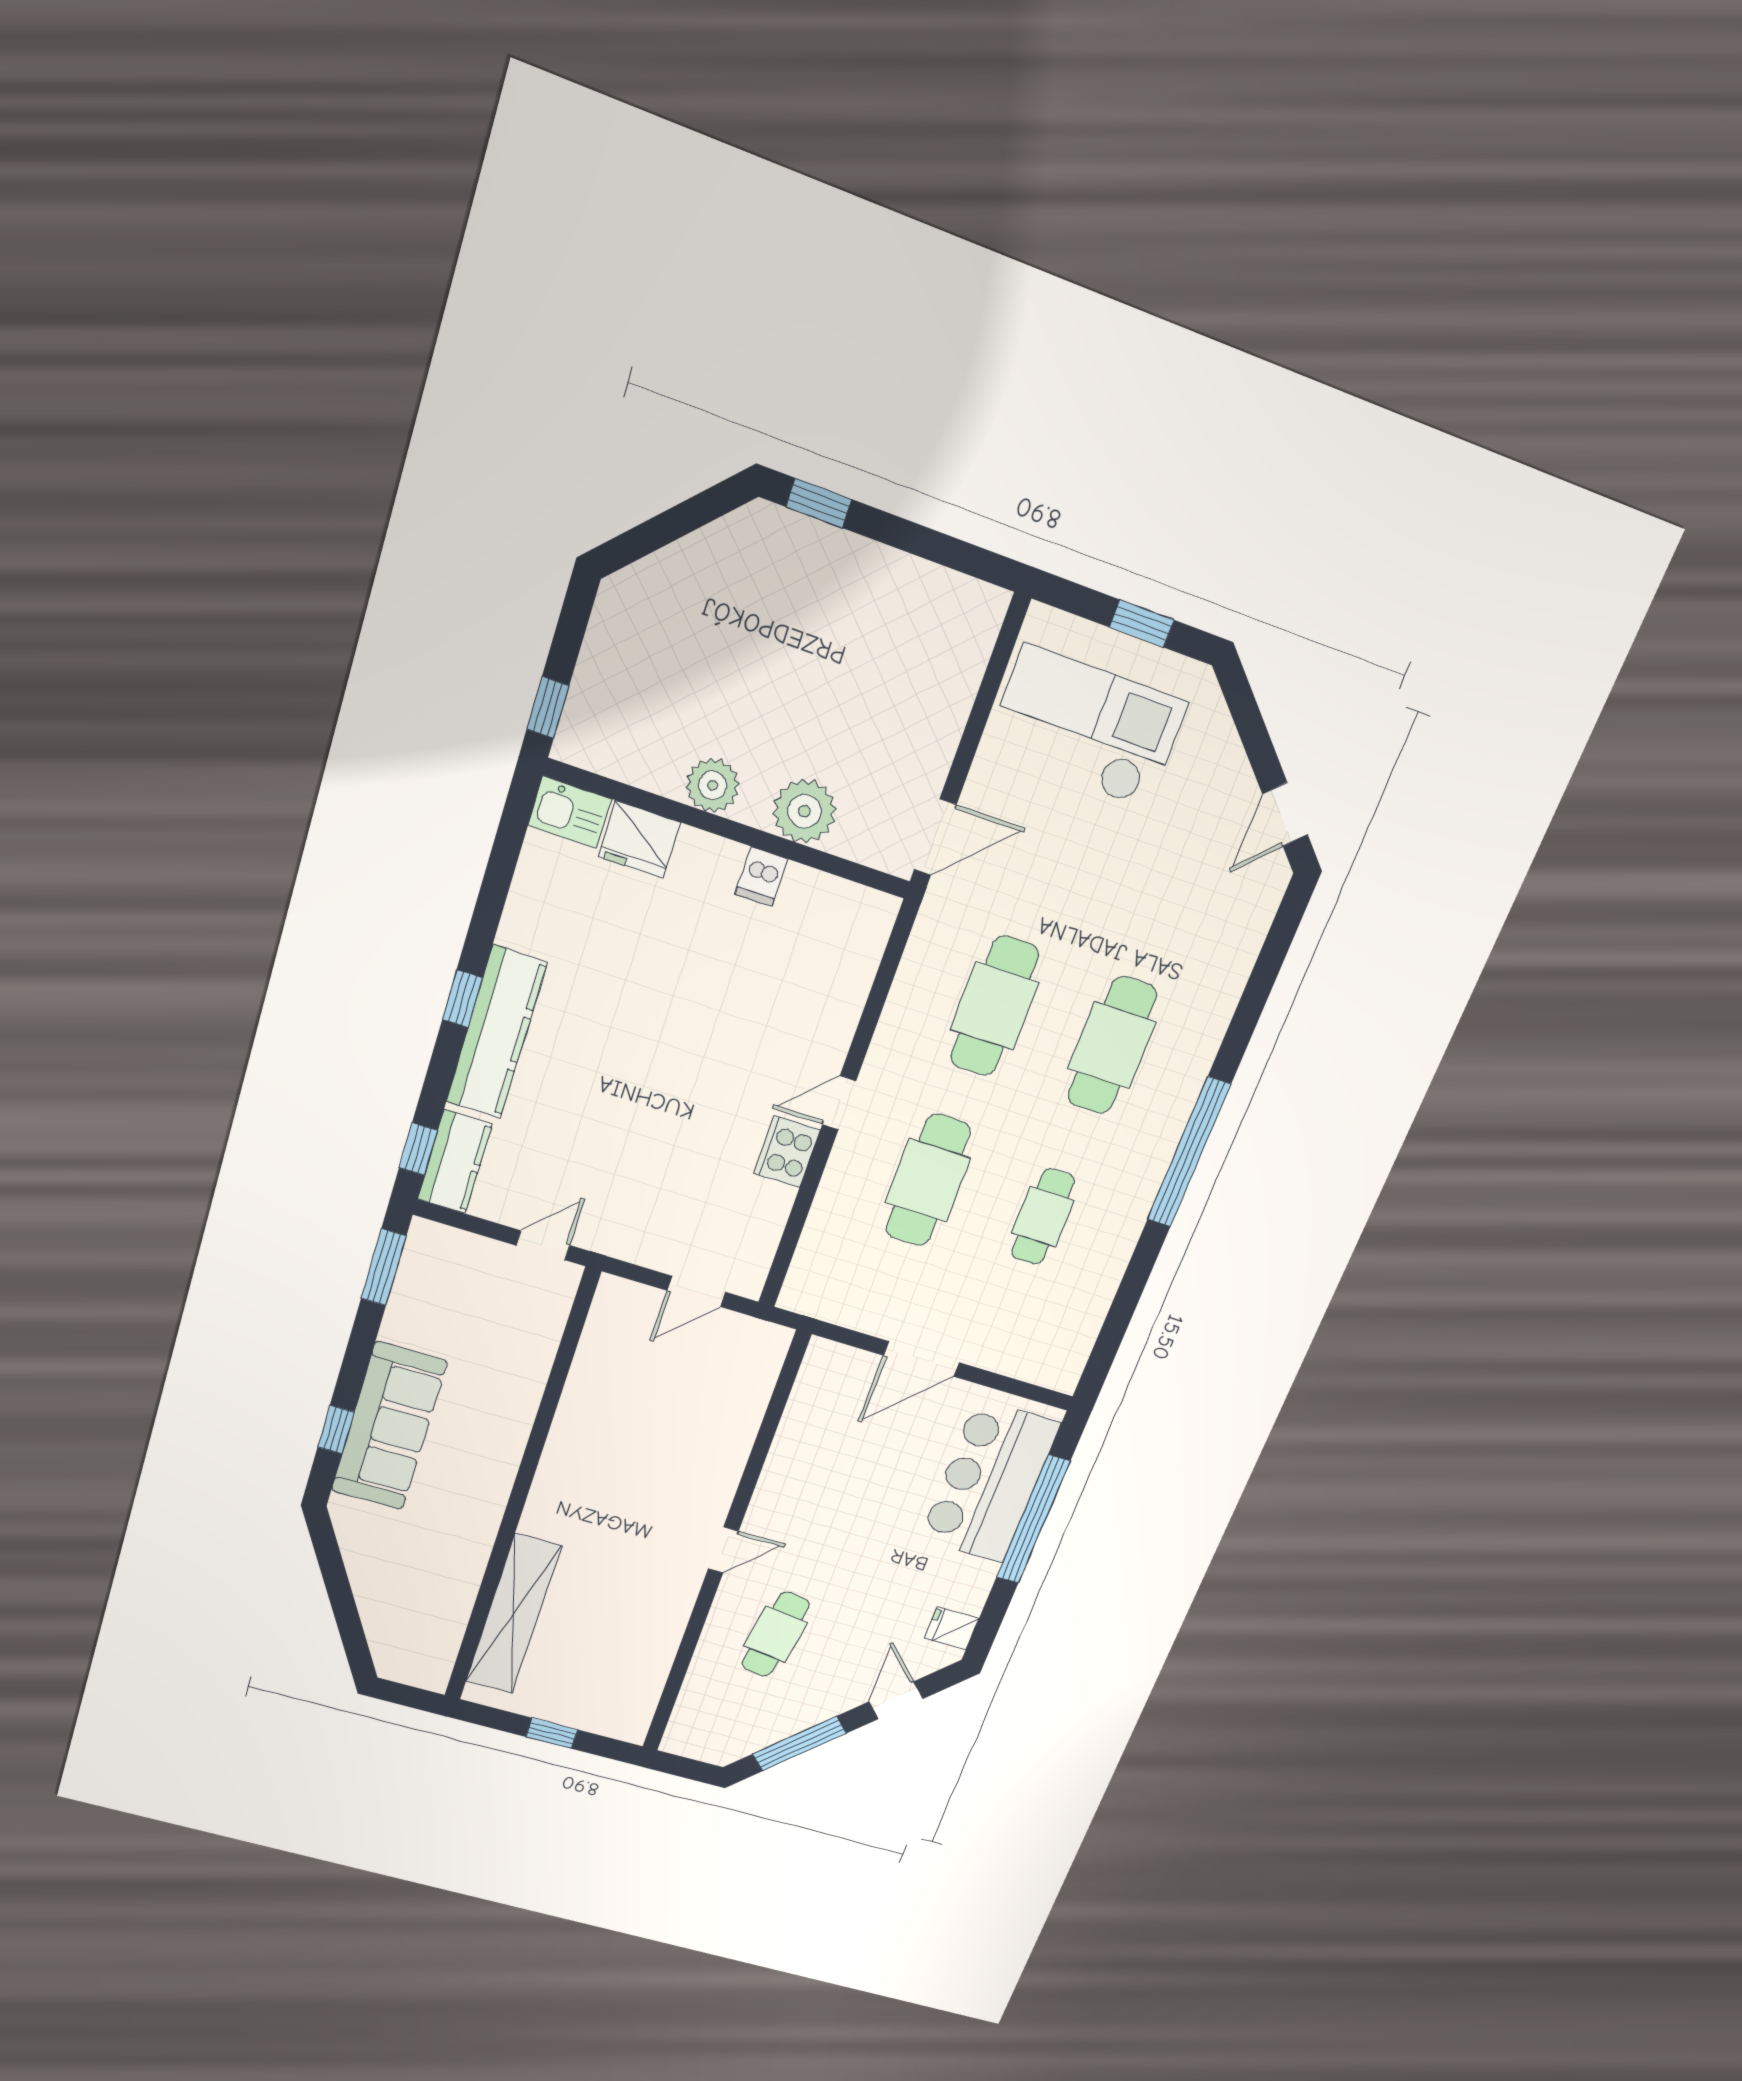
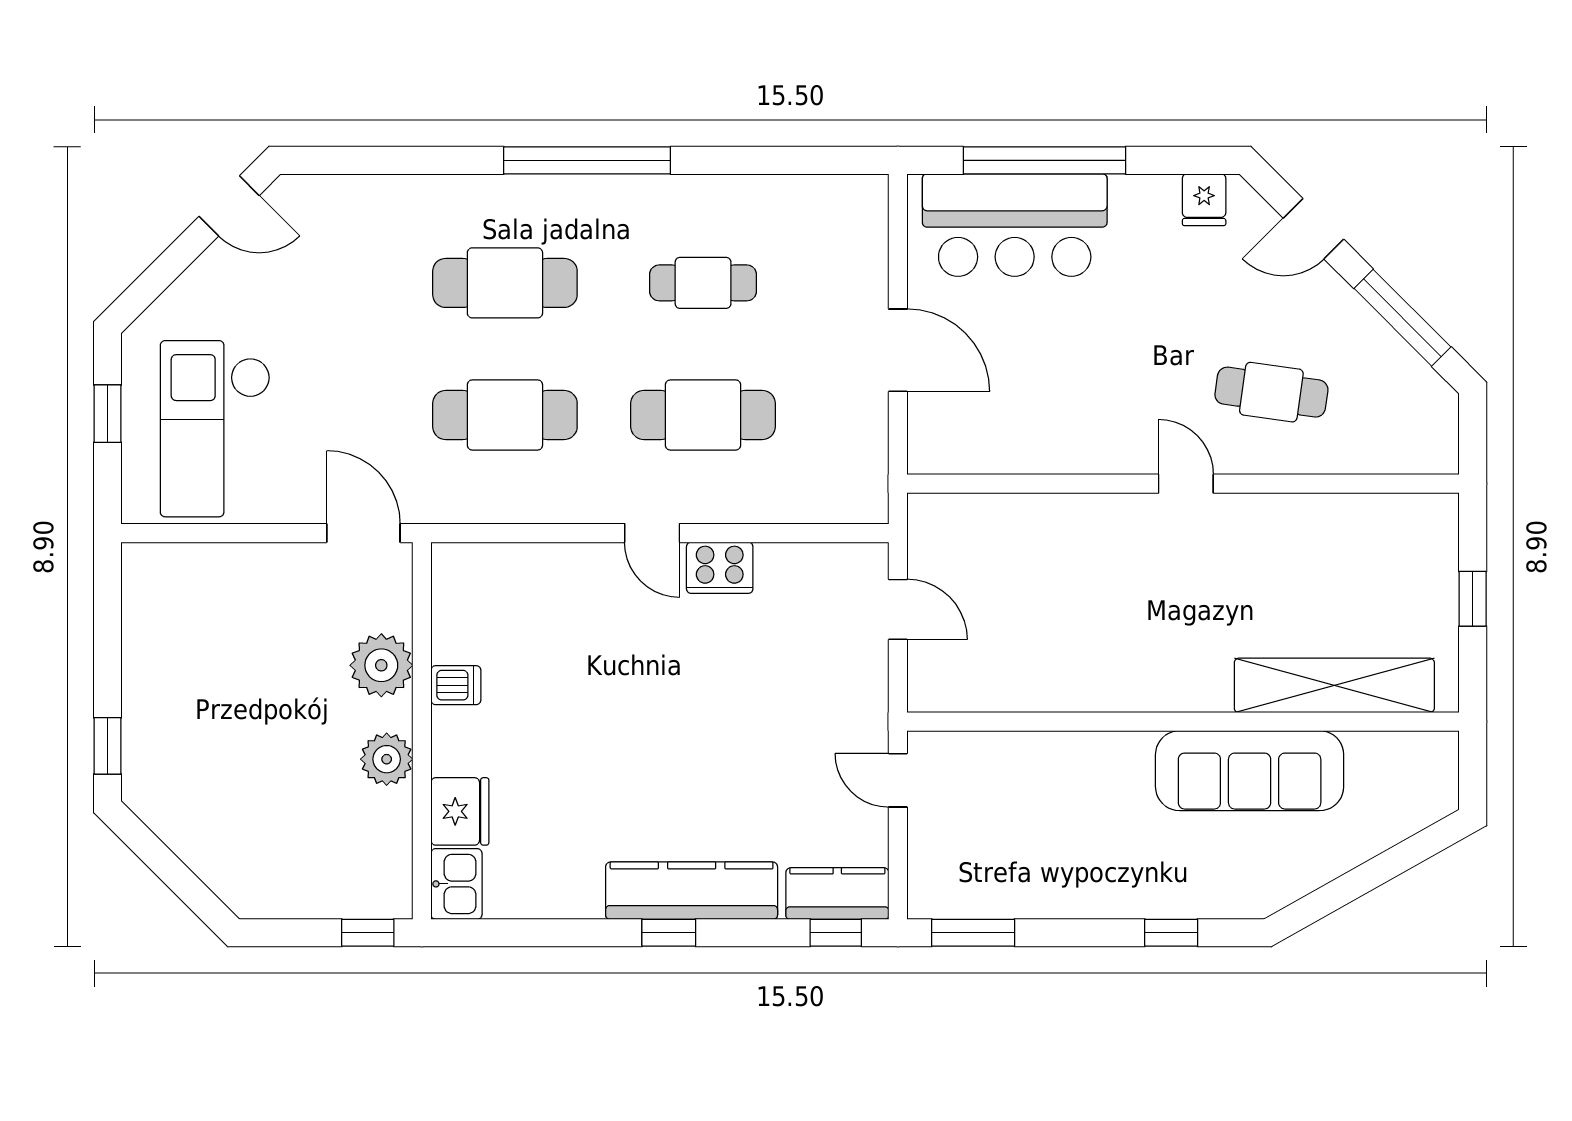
sofa: (389, 1426) -> (1250, 771), moved, turned 180

